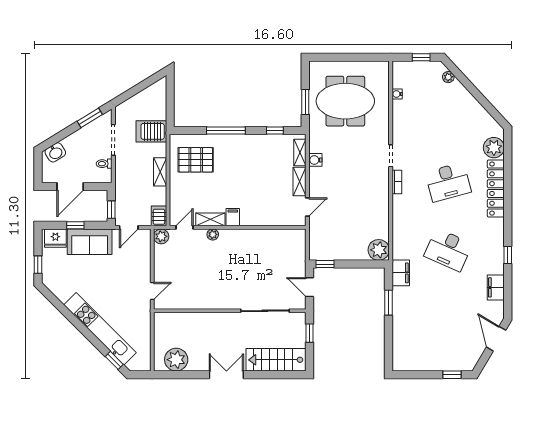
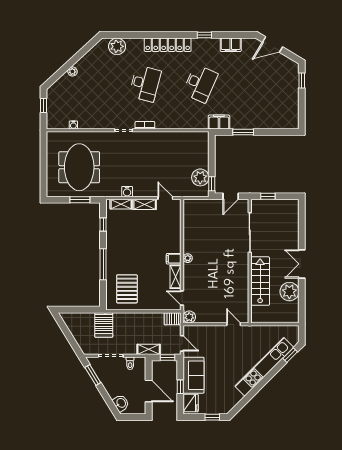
plant: (448, 77) -> (72, 72), moved
shelving: (160, 172) -> (149, 349), moved
desk: (448, 182) -> (145, 84), turned 30
locker: (496, 189) -> (168, 45), moved
plant: (213, 234) -> (188, 258), moved
plant: (379, 250) -> (200, 177), moved
plant: (176, 360) -> (289, 292), moved
stairs: (276, 360) -> (260, 281), moved, turned 180

